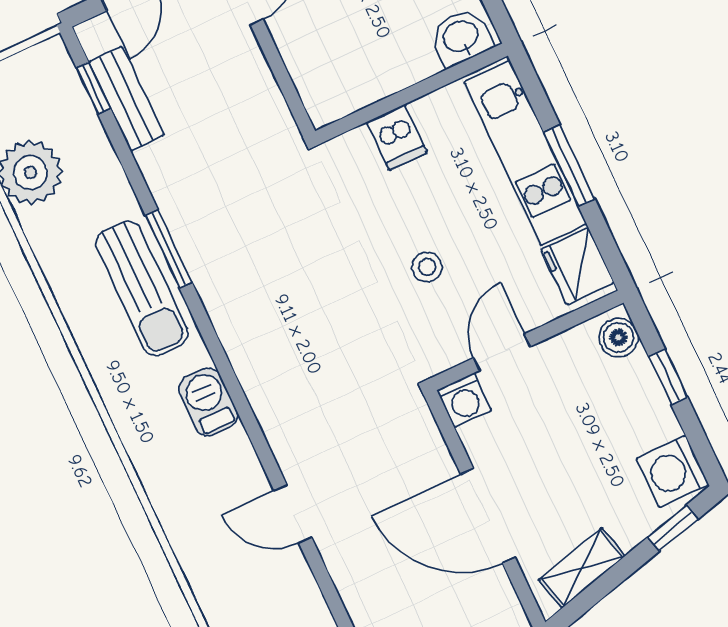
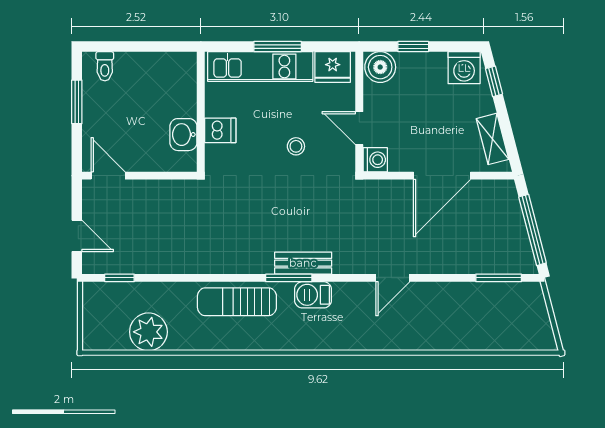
washbasin: (461, 37) -> (183, 135), moved
bench: (126, 99) -> (303, 263), moved
window: (169, 249) -> (289, 278), moved
sun lounger: (142, 288) -> (237, 302), turned 180
boiler: (619, 337) -> (380, 67), width x1.36, depth x1.36

